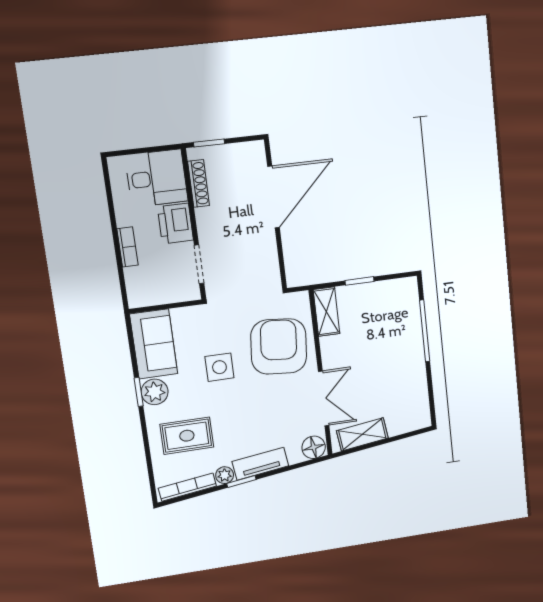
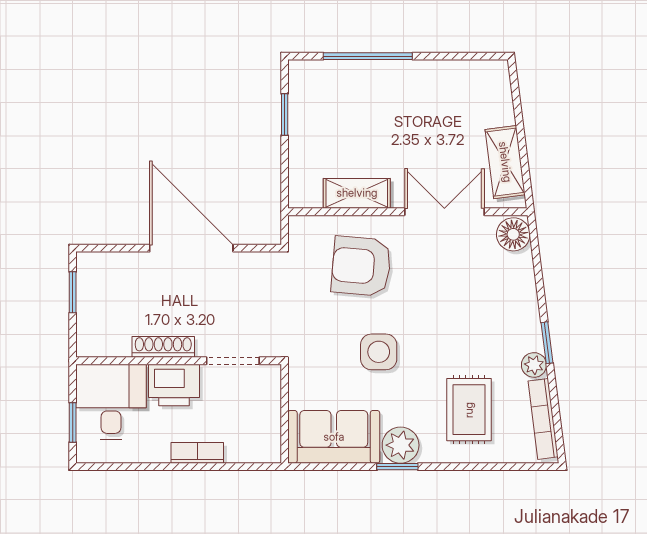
window: (209, 143) -> (73, 292), moved
window: (137, 151) -> (73, 422), added
shoe rack: (199, 184) -> (163, 347), moved
door: (273, 197) -> (191, 248), moved
window: (359, 281) -> (285, 114), moved
shelving: (327, 312) -> (357, 193), moved
armchair: (279, 346) -> (361, 266), width x0.73, depth x0.73
tv unit: (260, 464) -> (525, 313), removed

